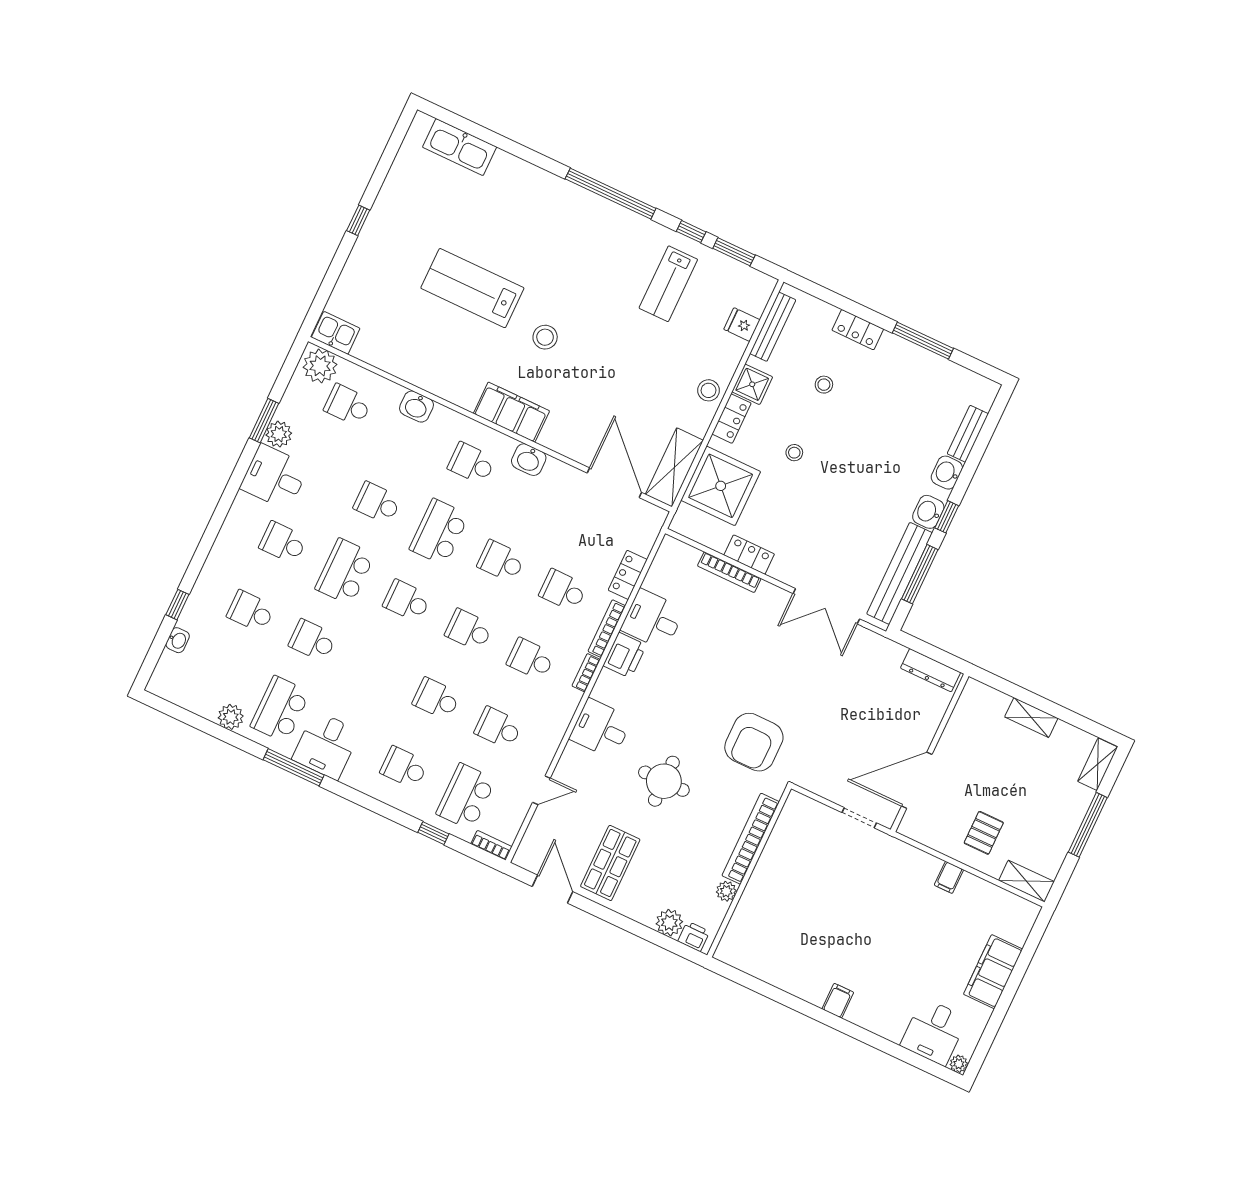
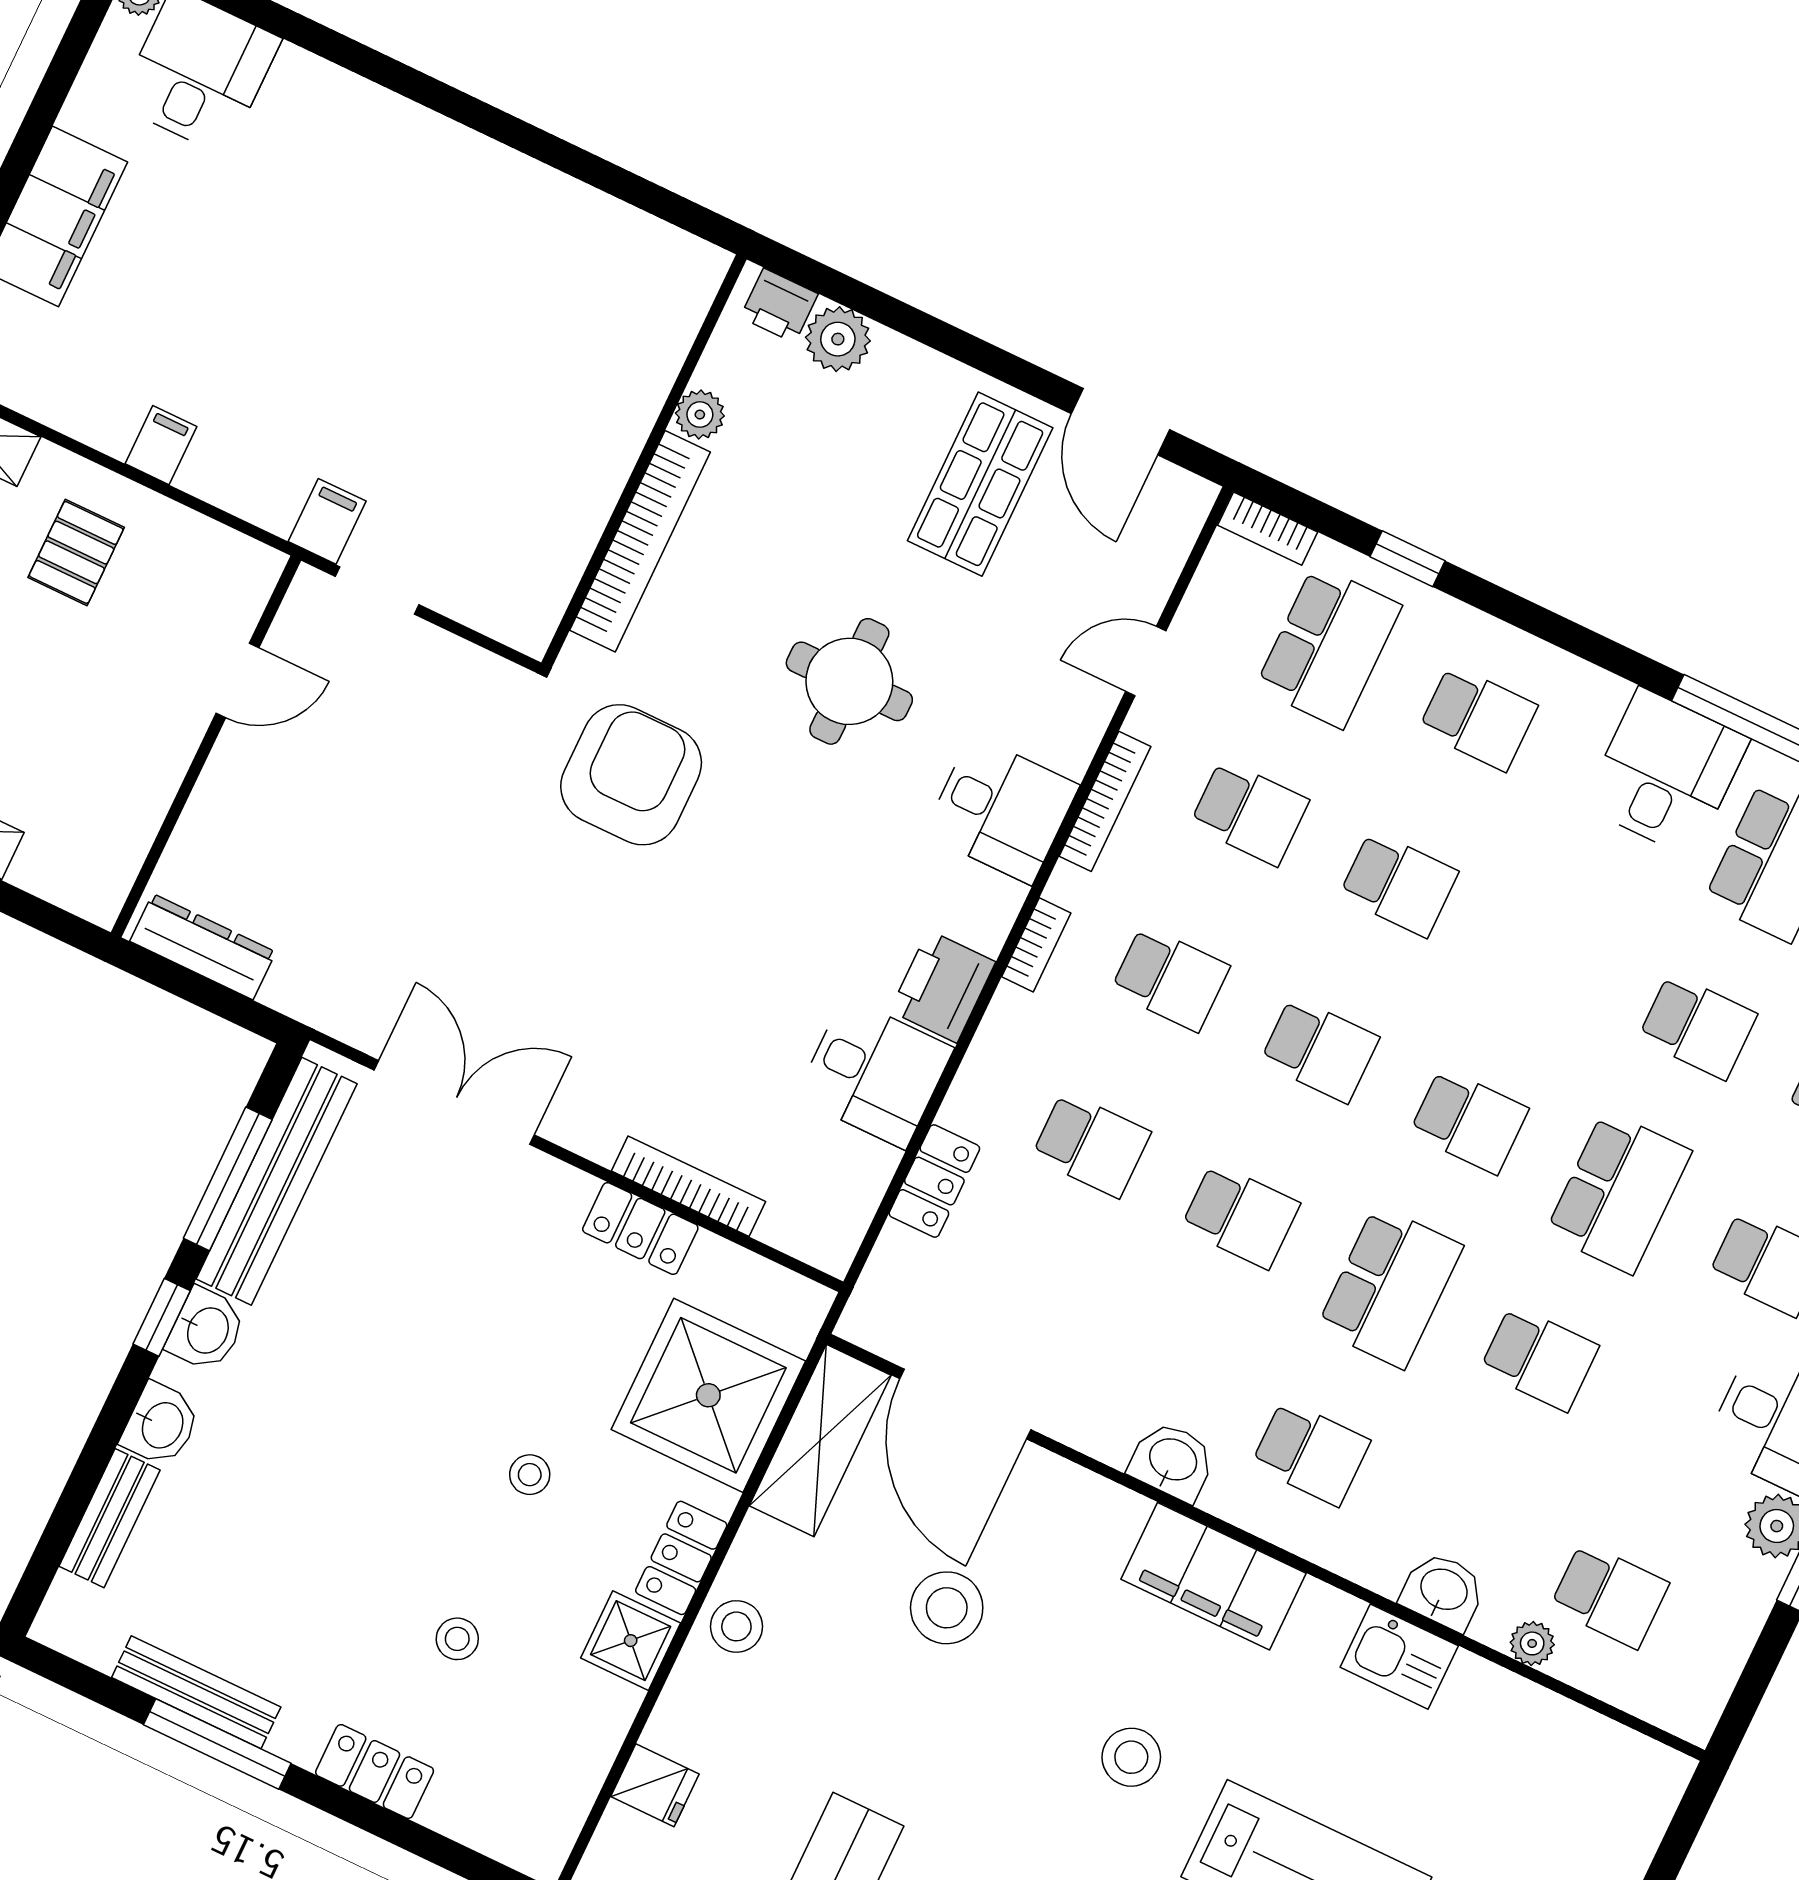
bench: (773, 327) -> (196, 1692), moved, turned 90
kitchen sink: (336, 333) -> (1399, 1657), moved
plant: (320, 366) -> (1532, 1643), moved, width x0.53, depth x0.53
stool: (622, 399) -> (947, 1608), added
bookcase: (607, 629) -> (1105, 801), moved
door: (917, 780) -> (238, 680), width x0.53
filing cabinet: (838, 1001) -> (327, 521), moved, turned 180

